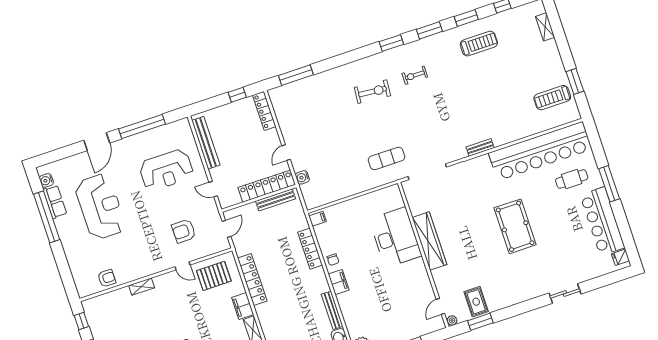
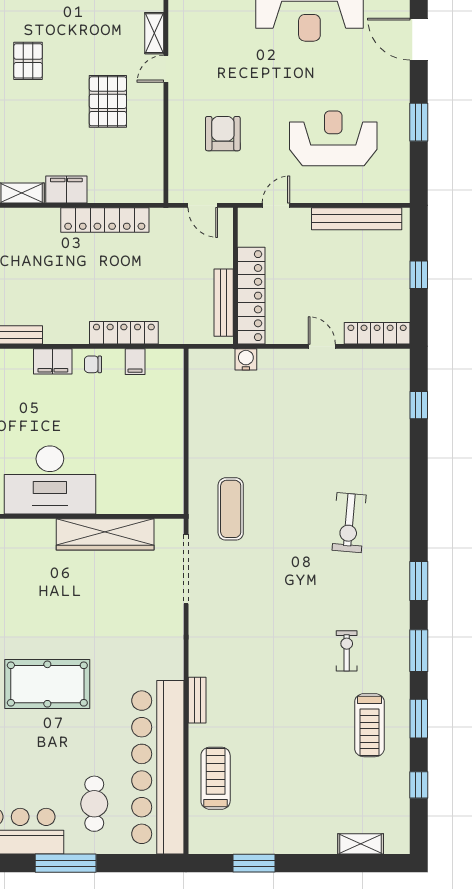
window: (296, 75) -> (419, 405), width x0.46
exercise bike: (415, 75) -> (347, 651), moved
window: (237, 95) -> (419, 275), moved
treadmill: (552, 98) -> (216, 778), moved
window: (142, 127) -> (419, 122), width x0.47
bench: (480, 147) -> (197, 700), moved
door: (286, 153) -> (322, 346), moved
reception desk: (166, 170) -> (333, 138), turned 90
filing cabinet: (318, 219) -> (135, 362), moved
desk: (395, 237) -> (50, 480), moved
wardrobe: (429, 241) -> (105, 534), moved
door: (183, 266) -> (166, 69), moved
pallet: (214, 276) -> (108, 101), moved

